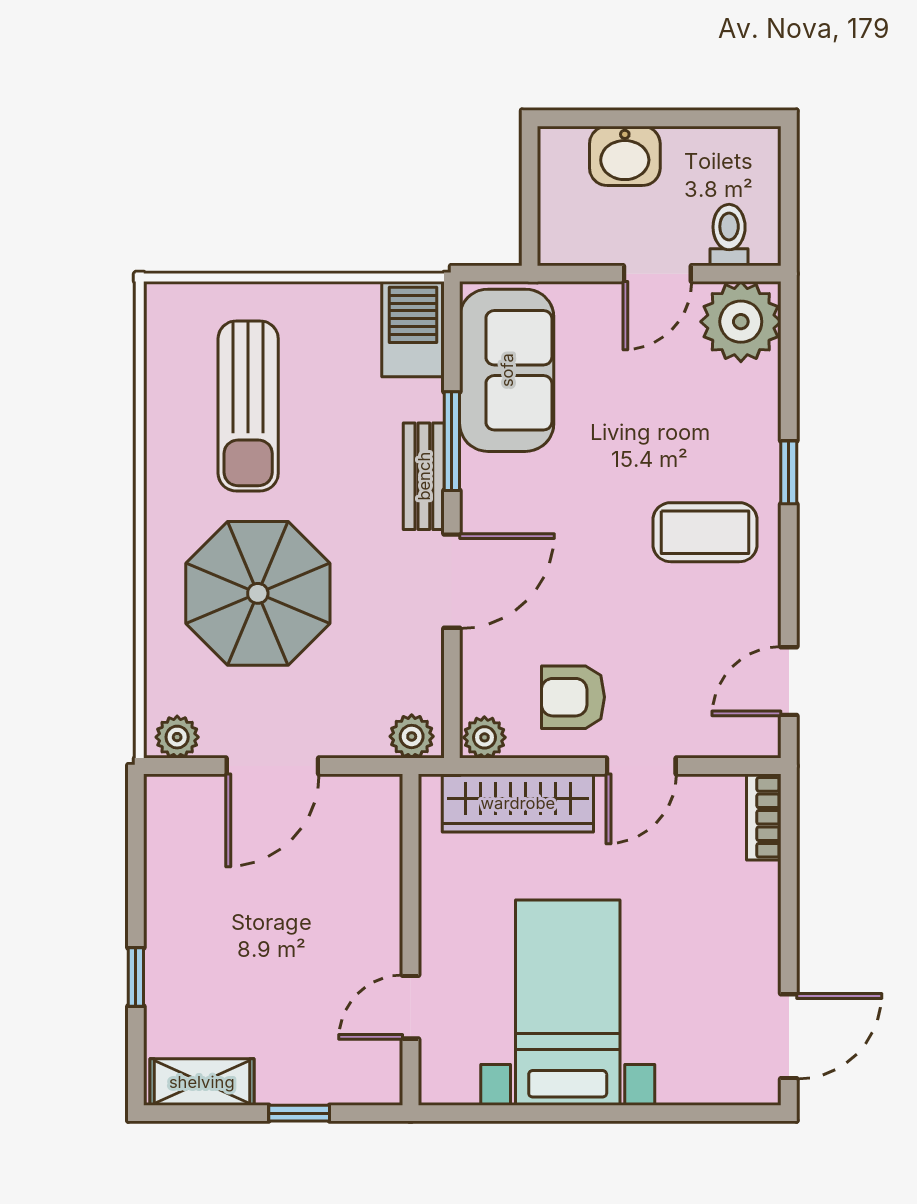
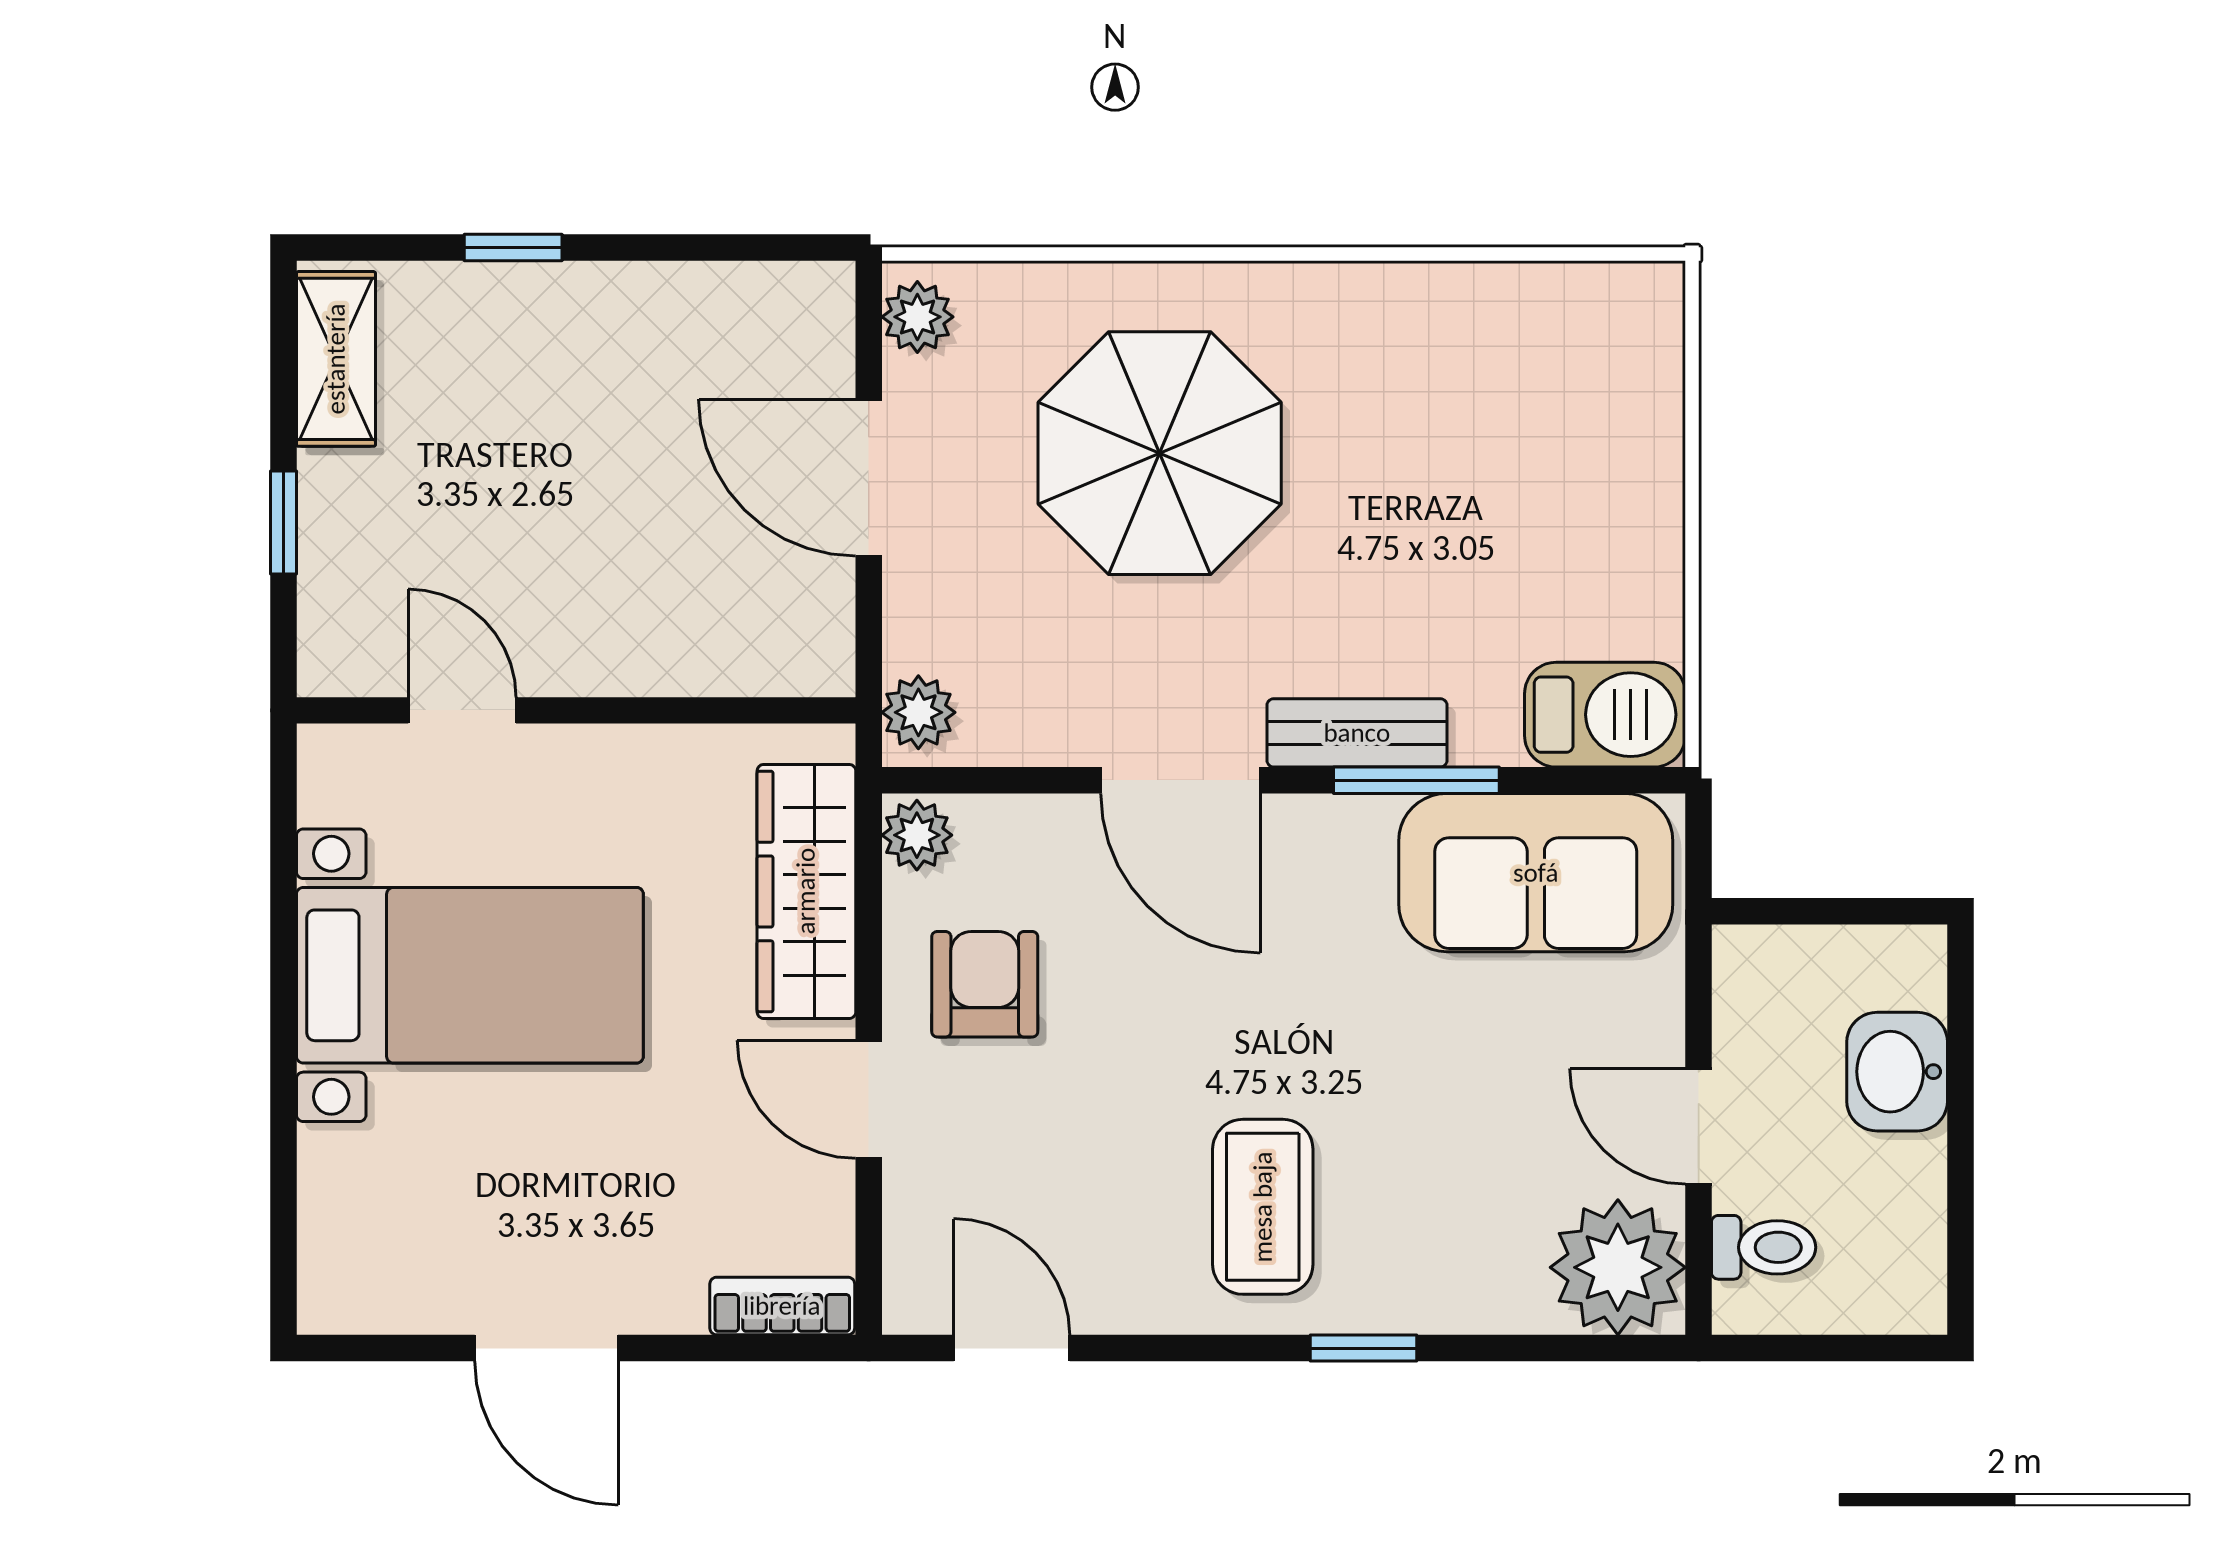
sun lounger: (248, 406) -> (1476, 437), removed
door: (789, 1036) -> (546, 1348), moved

